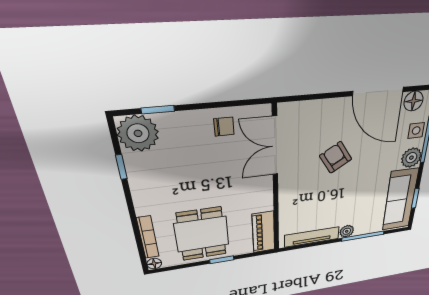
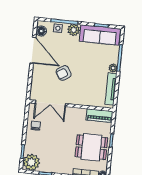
door: (378, 91) -> (33, 50), hinge flipped

